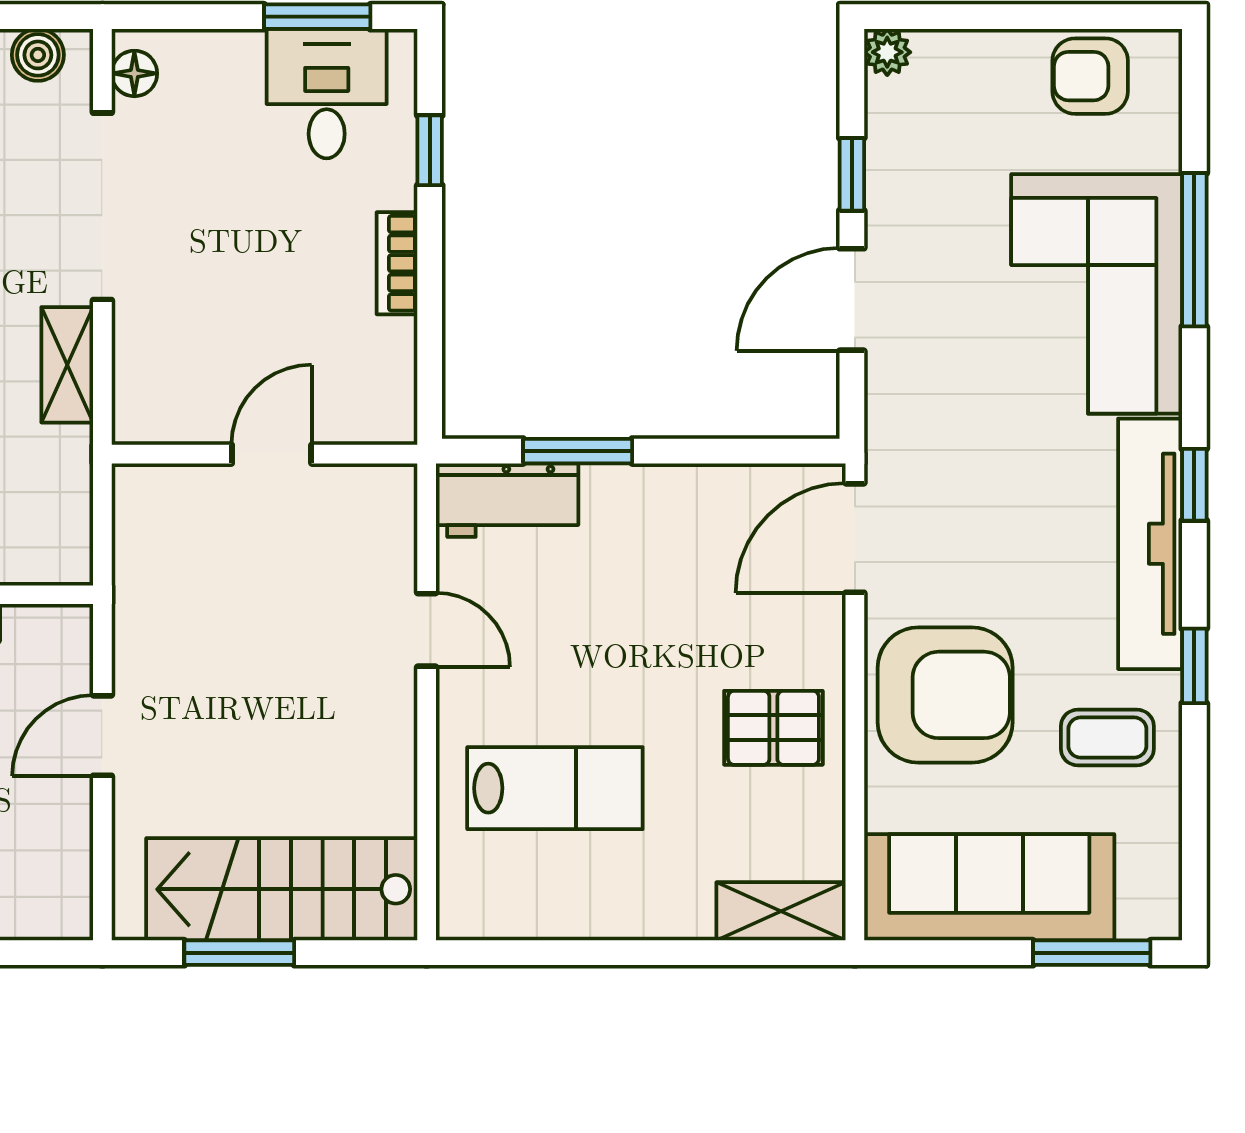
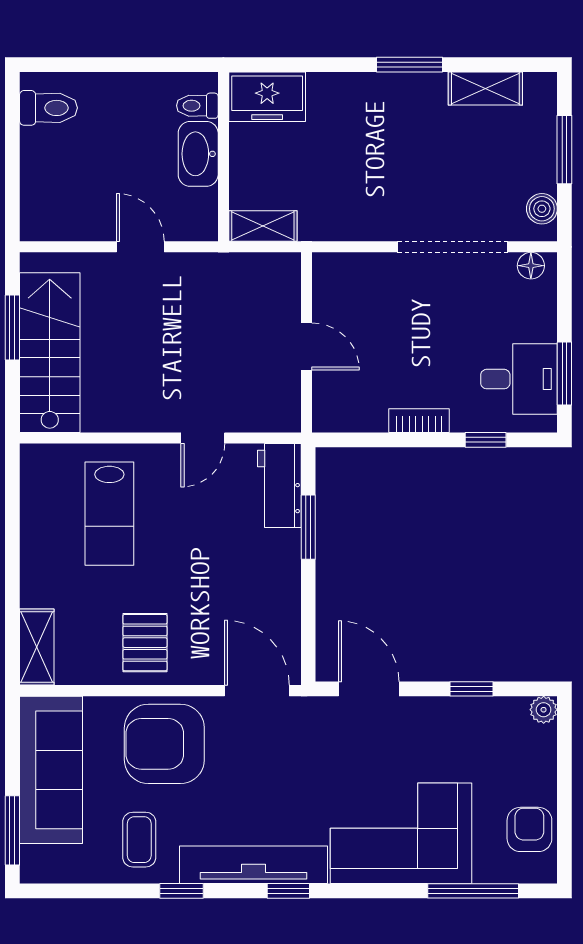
window: (1194, 250) -> (473, 891), moved
door: (852, 299) -> (369, 689), moved
shelving: (67, 365) -> (263, 226), moved
armchair: (945, 695) -> (164, 744), turned 90

